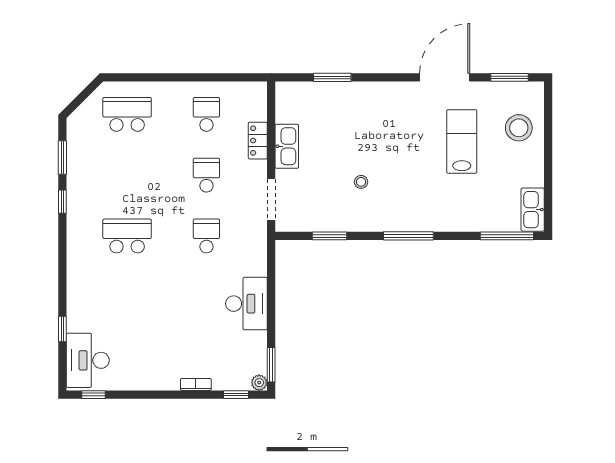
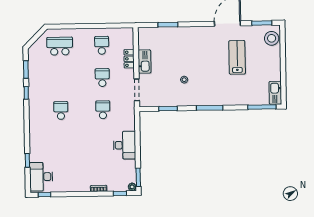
stool: (519, 128) -> (272, 38), moved
school desk: (127, 236) -> (61, 110), width x0.54

